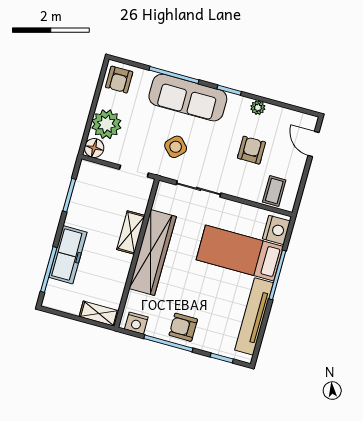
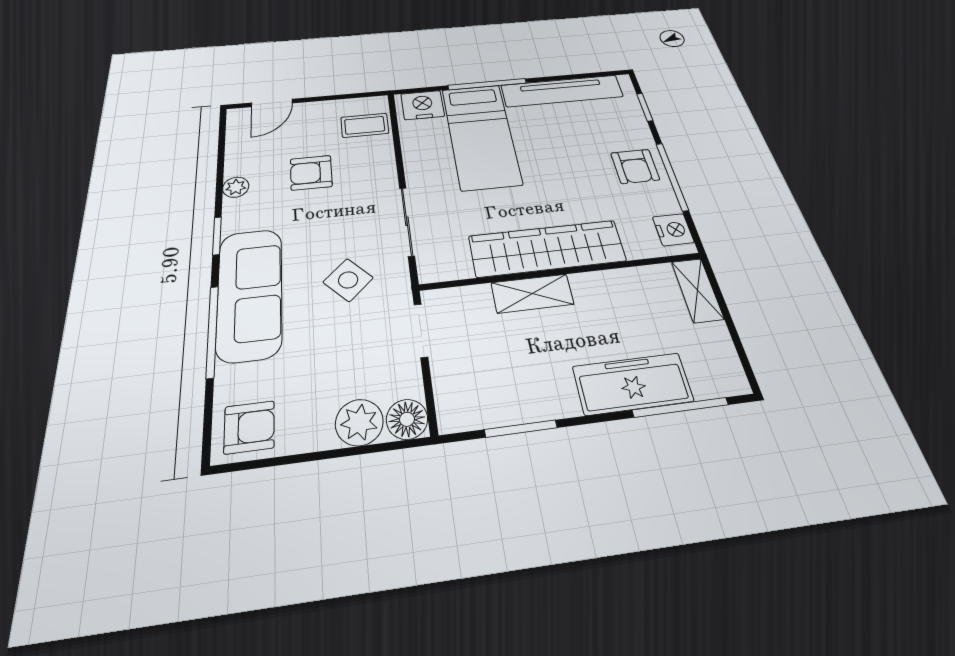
plant: (106, 124) -> (359, 422), width x0.73, depth x0.73

